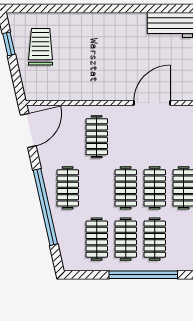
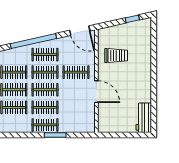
trolley: (41, 47) -> (116, 56), moved
door: (152, 103) -> (96, 92), moved
clothes rail: (97, 188) -> (45, 72), added

